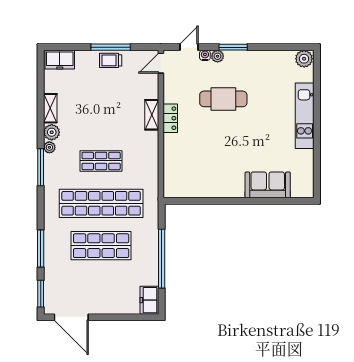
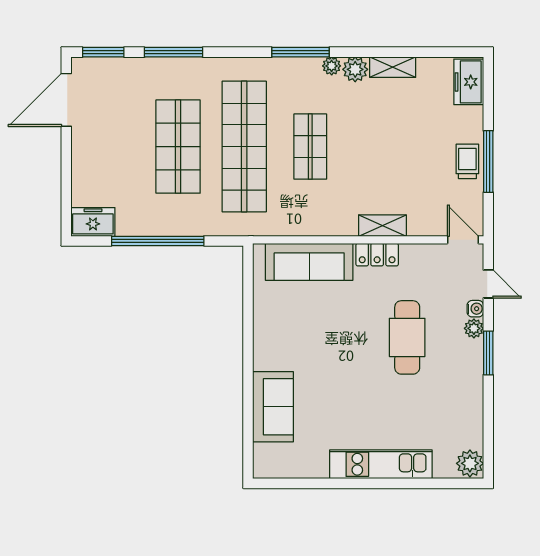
sofa: (175, 162) -> (309, 262), added

